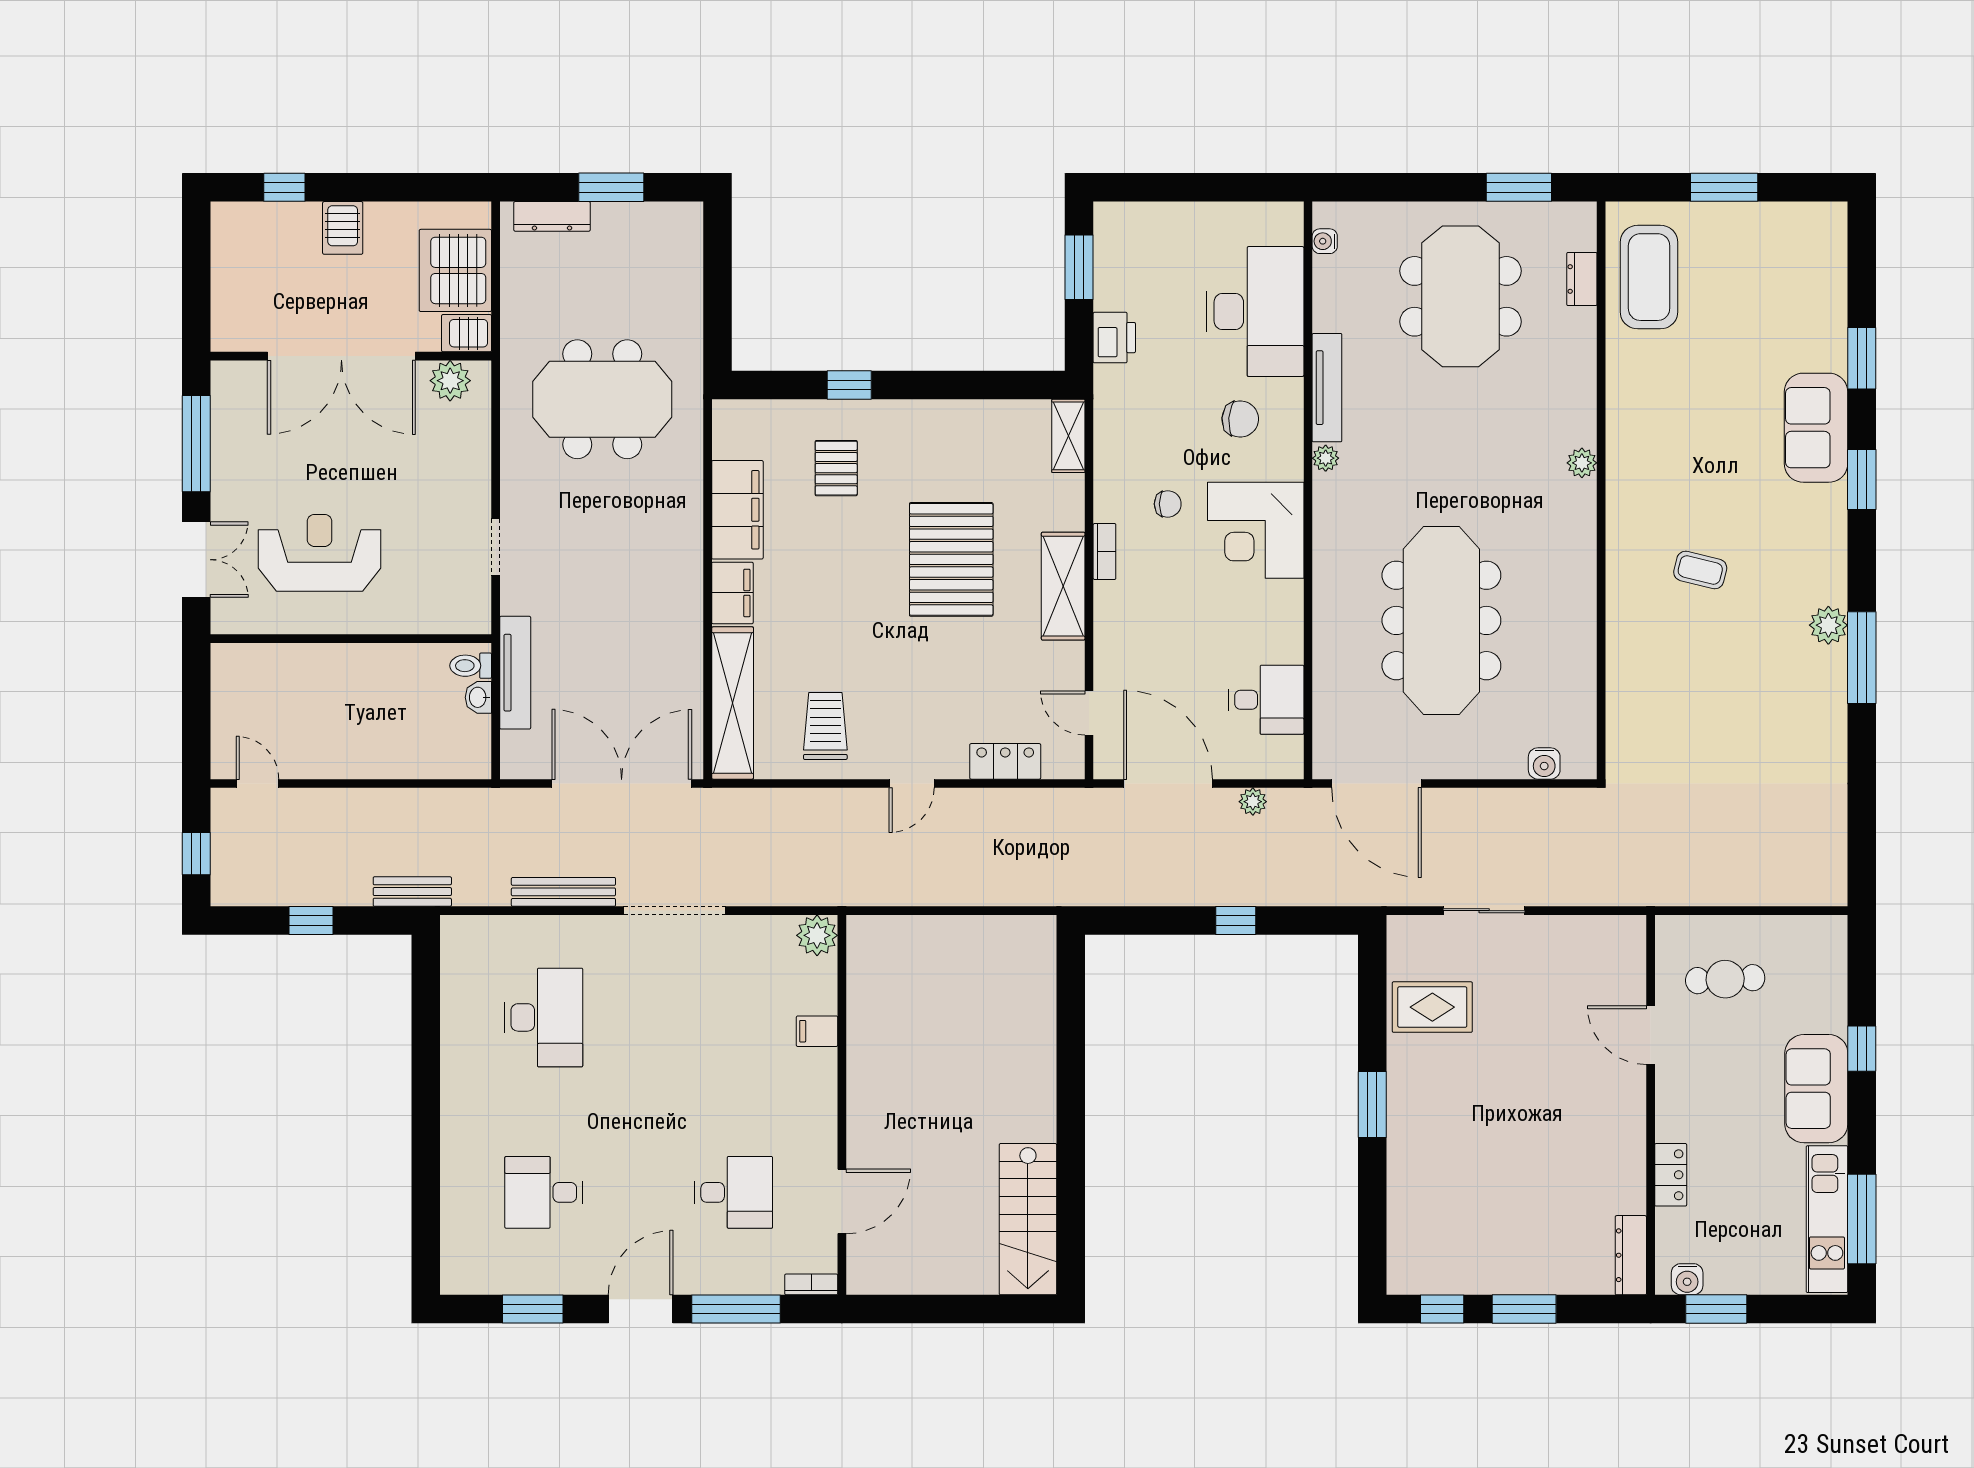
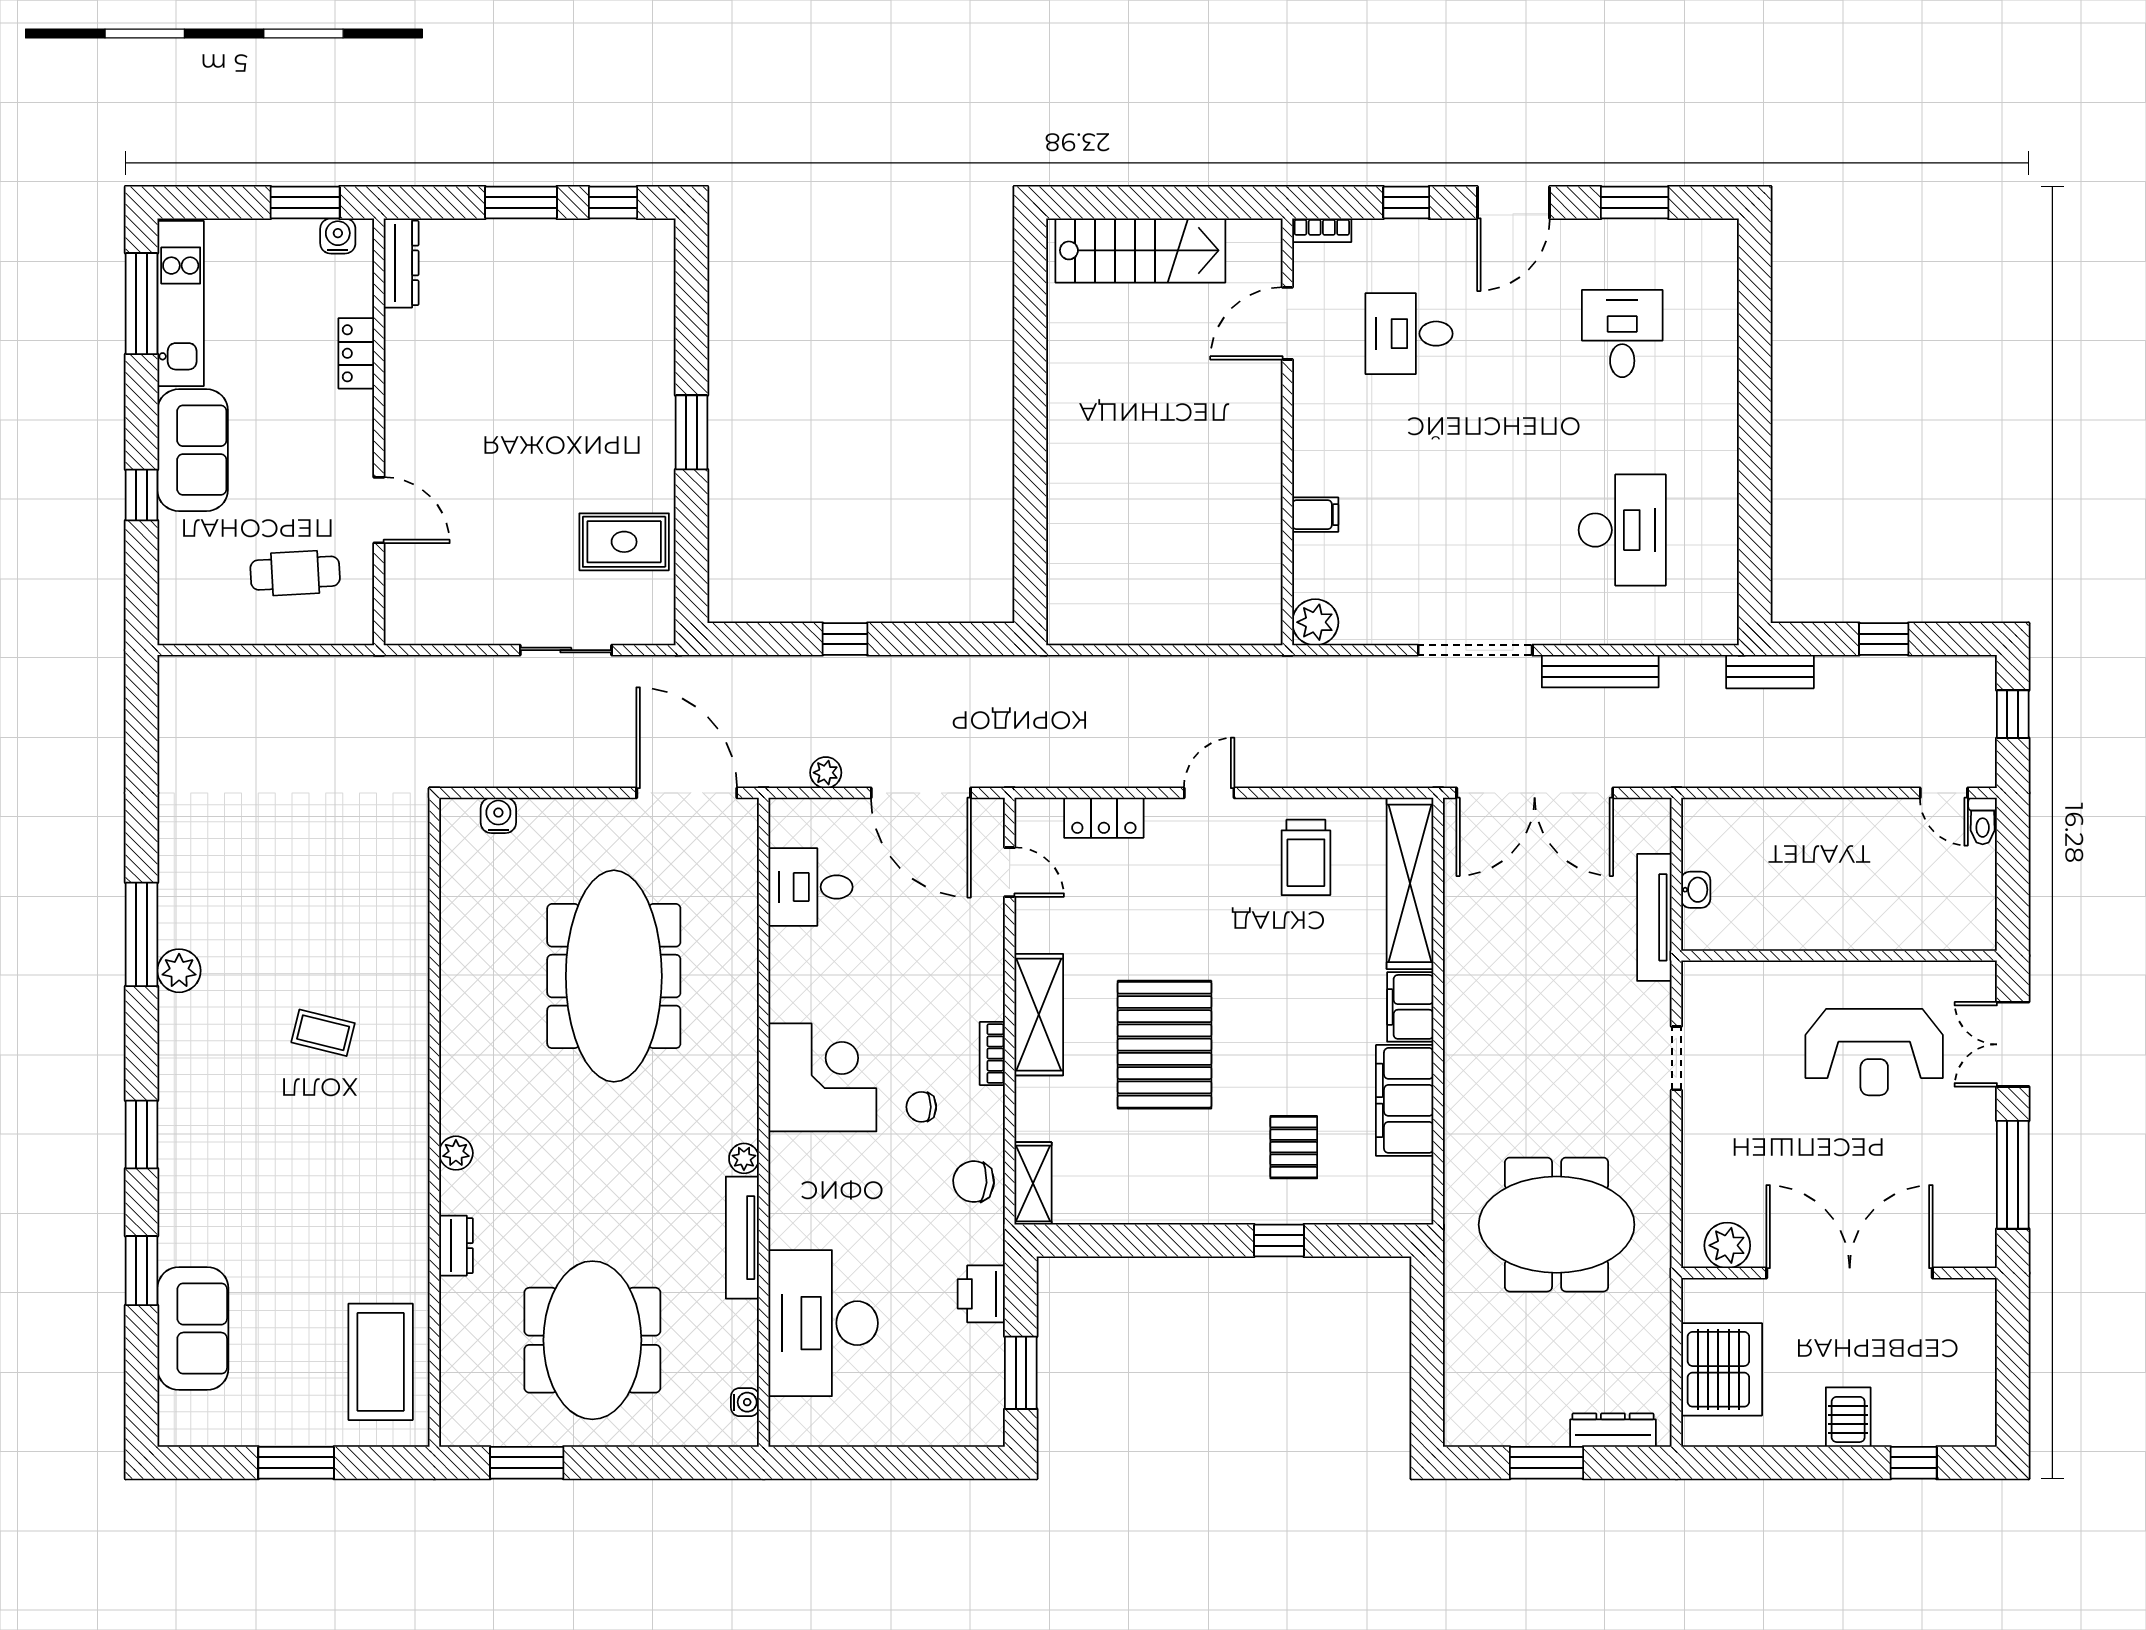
dresser: (1582, 279) -> (456, 1246), moved
server rack: (467, 333) -> (1709, 1299), removed
chair: (1240, 419) -> (974, 1182), moved
sofa: (1816, 428) -> (193, 1329), moved
toilet: (471, 666) -> (1983, 821), moved, turned 90
desk: (544, 1017) -> (1622, 530), turned 180
desk: (544, 1192) -> (1622, 334), turned -90
stairs: (1028, 1219) -> (1140, 250), moved, turned 90
window: (736, 1309) -> (1406, 202), width x0.46

